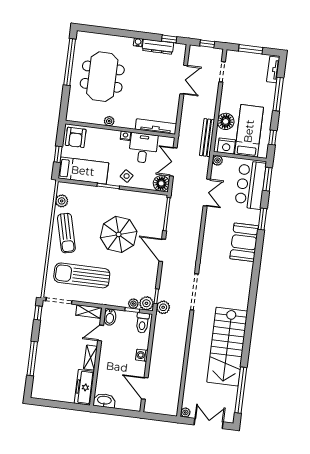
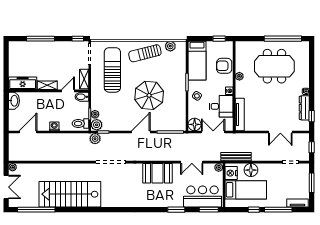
armchair: (76, 137) -> (224, 66), moved
window: (273, 138) -> (254, 210), moved
window: (58, 154) -> (219, 39), moved
booth: (244, 242) -> (157, 173), moved
door: (101, 333) -> (68, 91), hinge flipped

